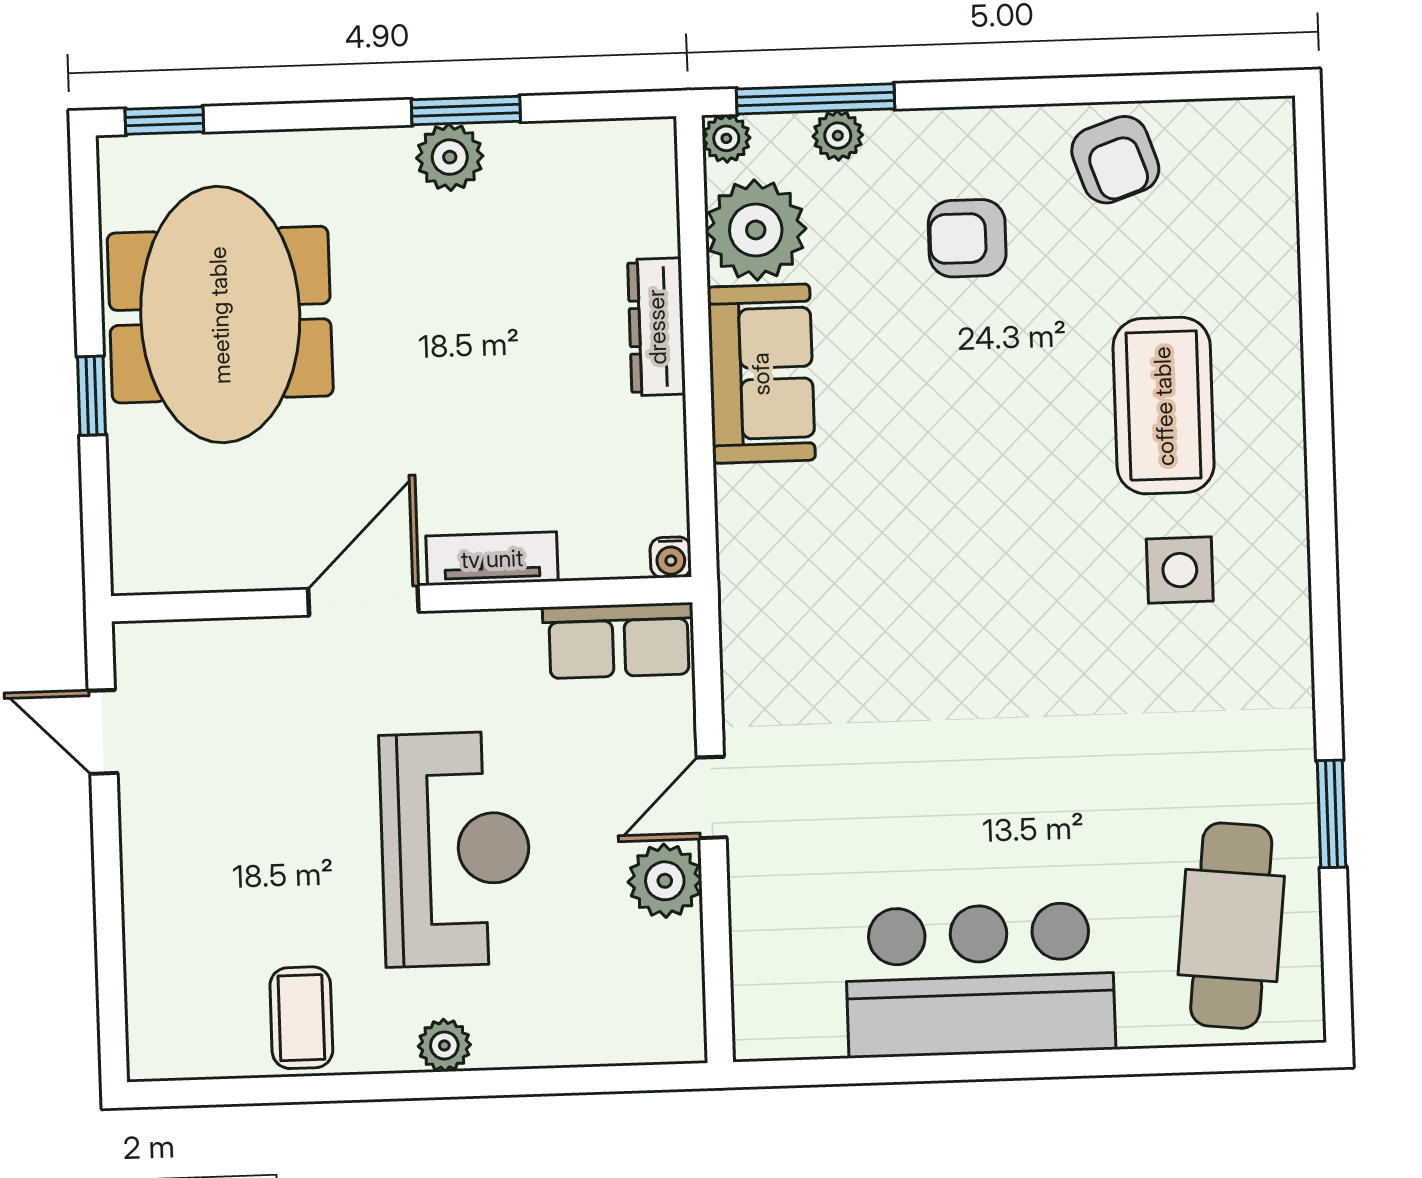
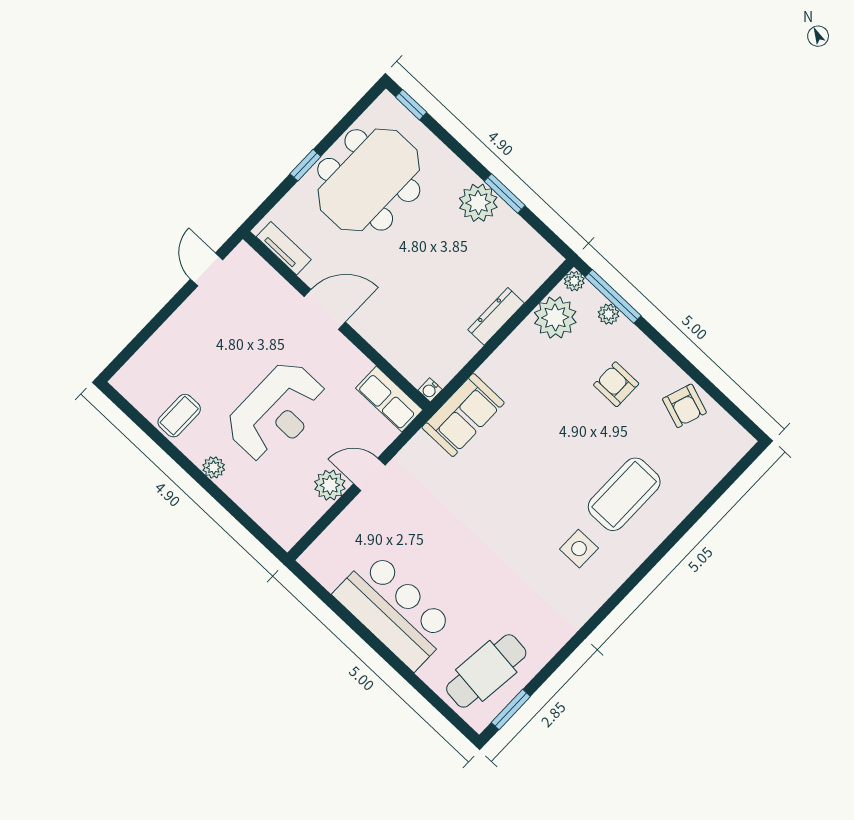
plant: (450, 157) -> (478, 203), width x1.36, depth x1.36
armchair: (1115, 160) -> (684, 406), turned -52
sofa: (761, 374) -> (463, 415), moved
tv unit: (492, 559) -> (284, 248), moved
window: (1331, 814) -> (511, 709), moved

